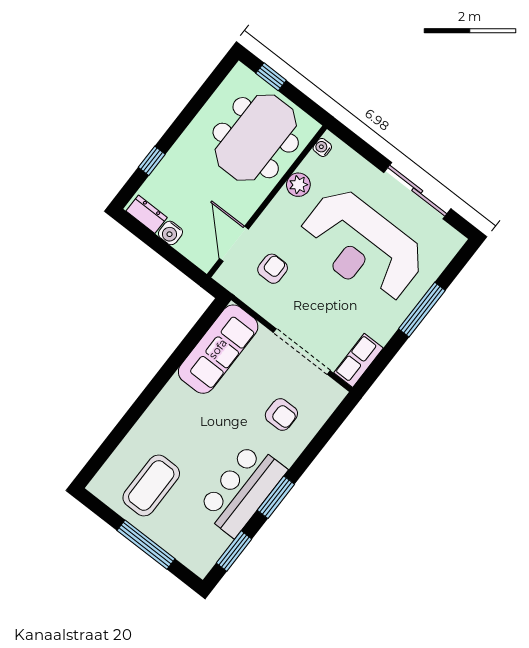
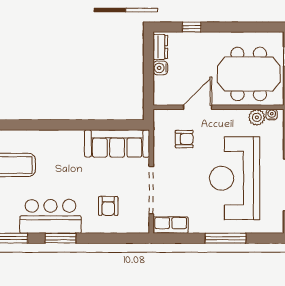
plant: (298, 185) -> (257, 117), moved
door: (234, 244) -> (198, 107), moved

